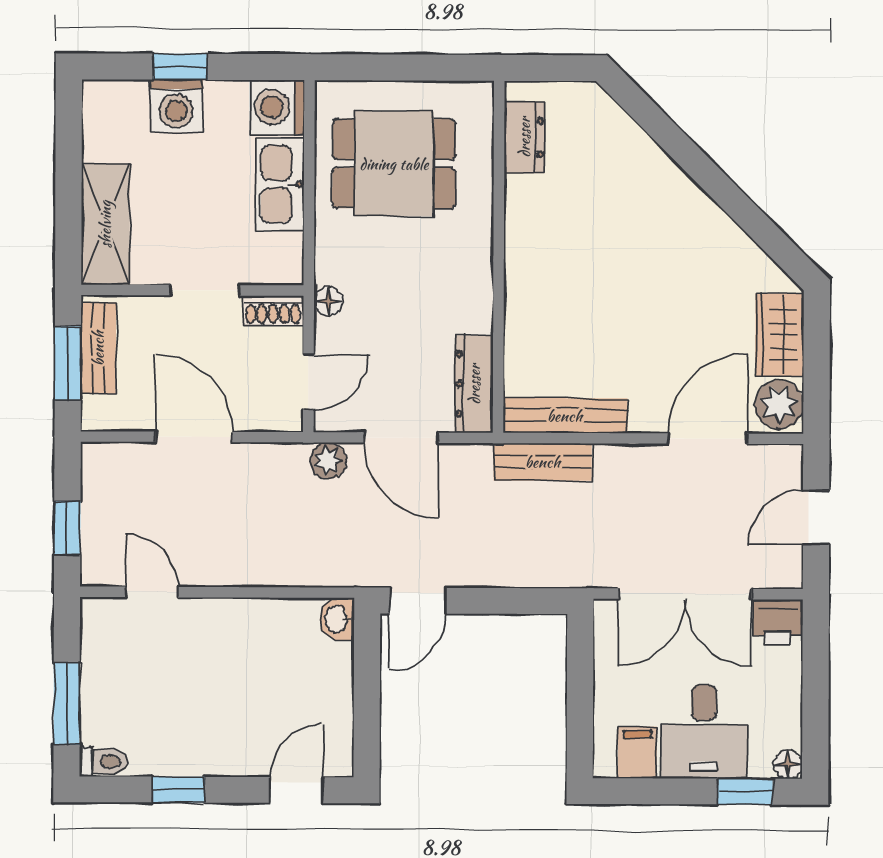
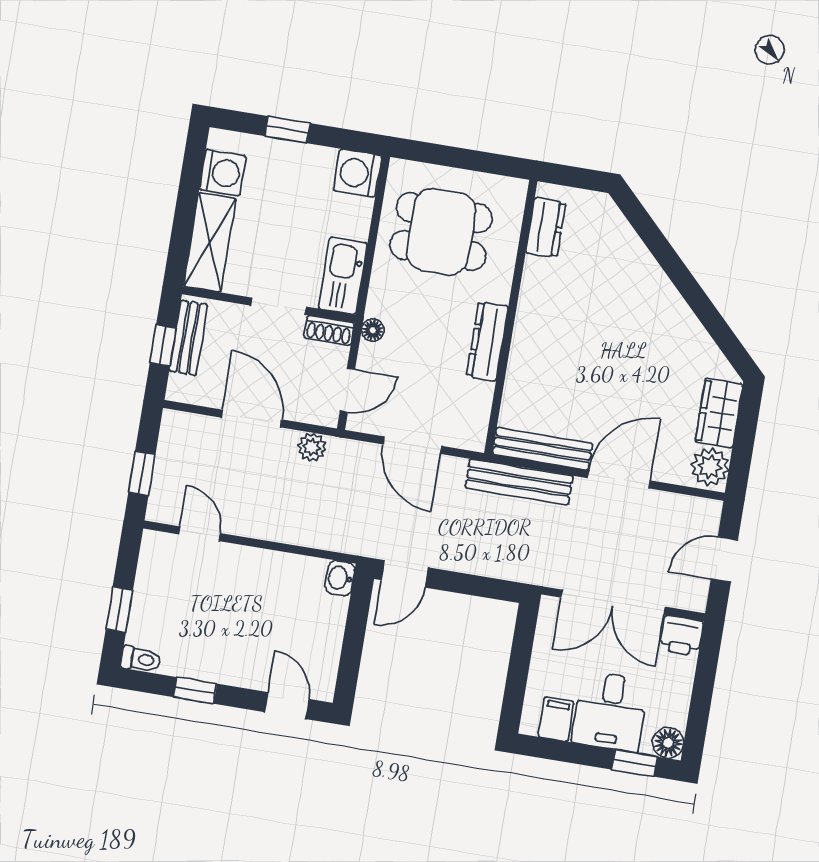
washing machine: (176, 106) -> (223, 173), moved, turned -90
kitchen sink: (280, 184) -> (343, 276), moved
window: (68, 363) -> (163, 345), width x0.67
dresser: (474, 384) -> (487, 341), moved
door: (707, 439) -> (619, 479), moved
plant: (328, 461) -> (312, 447), moved
bench: (543, 462) -> (519, 482), width x1.36
window: (67, 704) -> (119, 610), width x0.67
floor lamp: (788, 765) -> (668, 743), width x1.37, depth x1.37
door: (296, 790) -> (287, 706), hinge flipped

